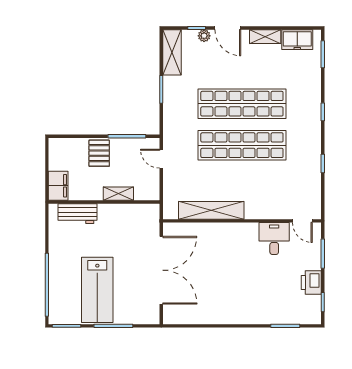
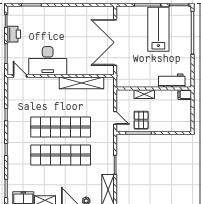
pallet: (99, 153) -> (141, 120), moved
filing cabinet: (58, 186) -> (185, 95), width x0.50
desk: (274, 238) -> (48, 61), width x1.87, depth x1.30

